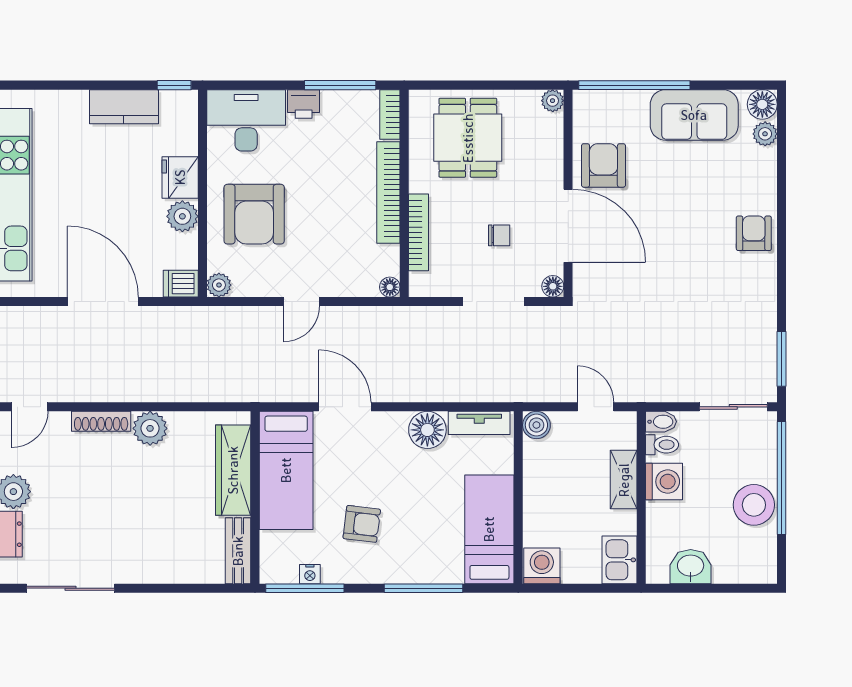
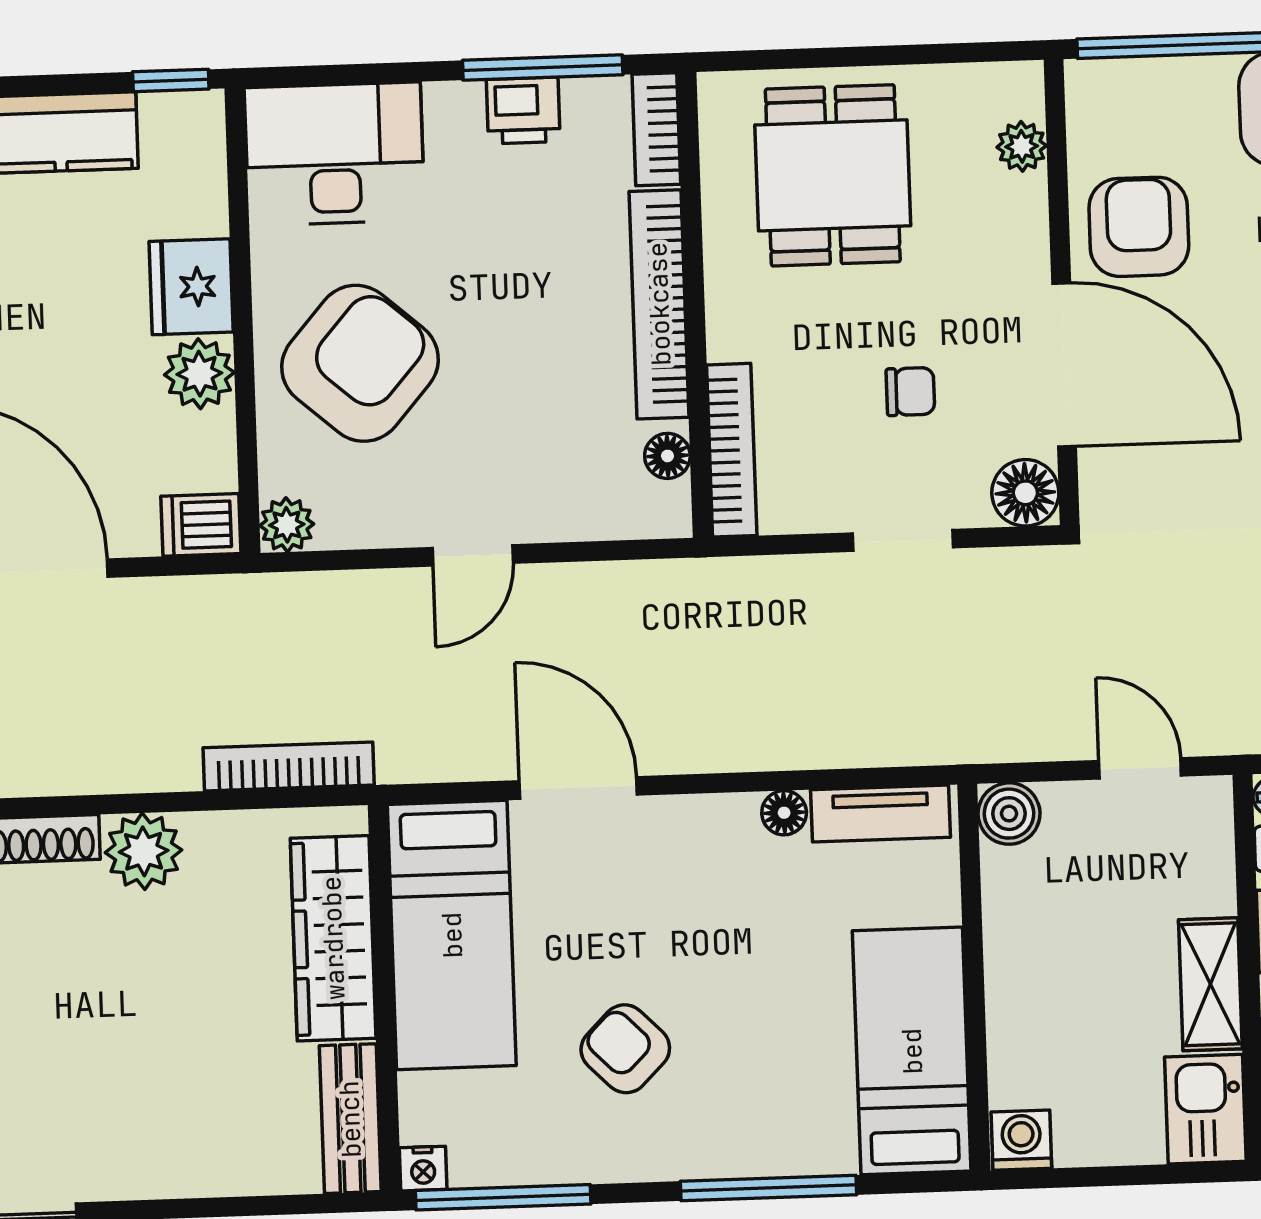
plant: (553, 101) -> (1022, 146), moved
printer: (304, 104) -> (523, 110), moved
armchair: (254, 214) -> (360, 363), turned -139
bookcase: (418, 232) -> (732, 450), moved
floor lamp: (553, 286) -> (1025, 493), width x1.37, depth x1.37
floor lamp: (390, 287) -> (667, 456), moved
doorway: (493, 302) -> (903, 540), width x0.73
bookcase: (216, 393) -> (289, 766), added
floor lamp: (427, 430) -> (784, 813), width x0.53, depth x0.53
shelving: (624, 480) -> (1210, 984), moved
armchair: (362, 524) -> (625, 1049), turned -142
washing machine: (542, 566) -> (1021, 1140), width x0.73, depth x0.73
nightstand: (310, 574) -> (423, 1169), moved

